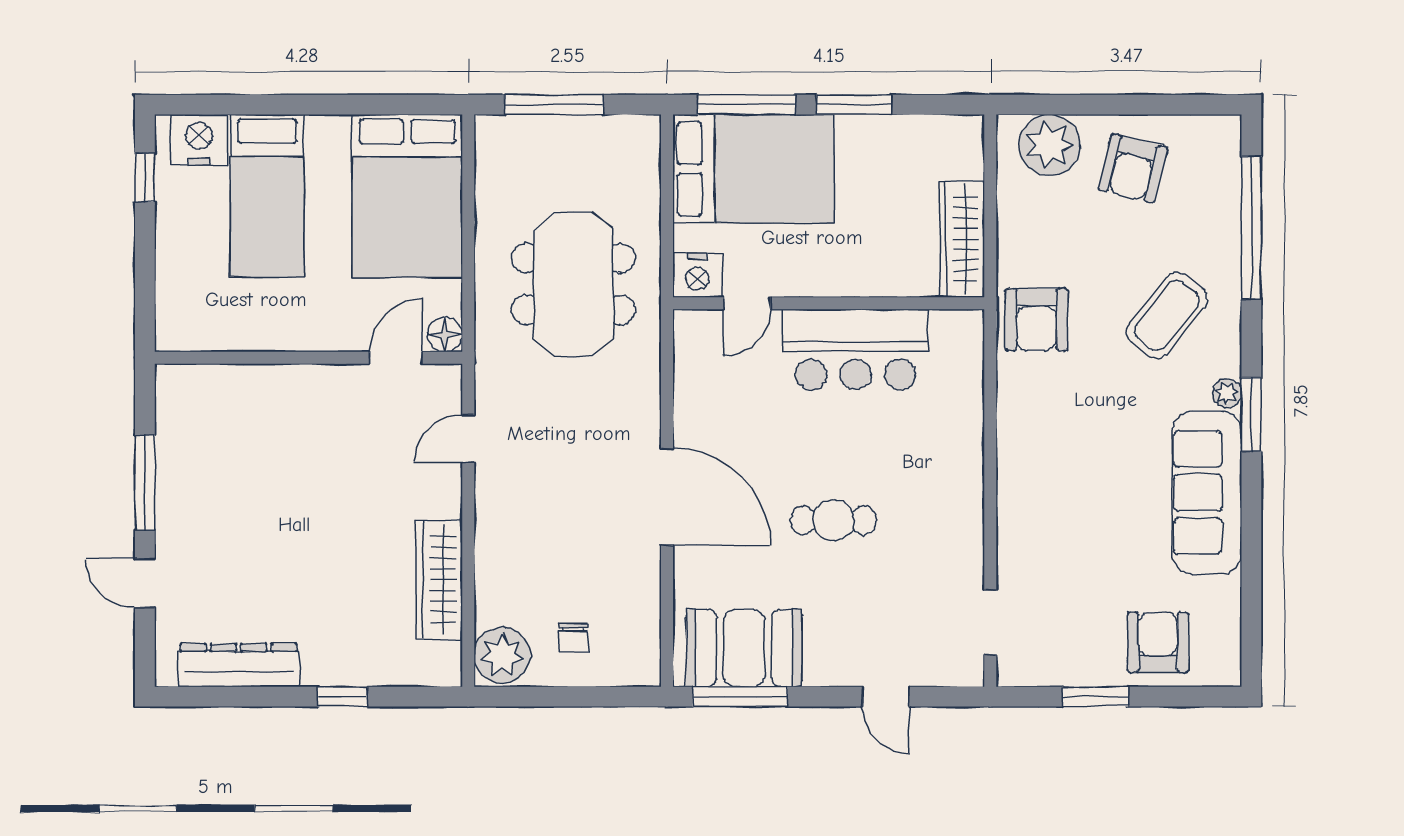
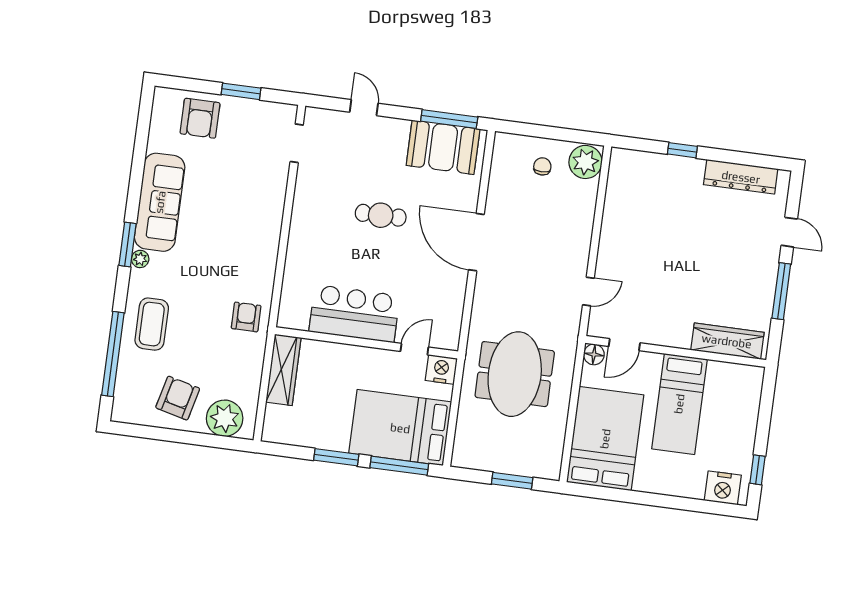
window: (554, 105) -> (512, 481), width x0.69
bed: (267, 196) -> (679, 404), moved, turned 180
coffee table: (1167, 316) -> (152, 324), moved, turned -39
armchair: (1036, 320) -> (246, 317), width x0.72, depth x0.72
wardrobe: (439, 580) -> (727, 341), moved, turned -90

